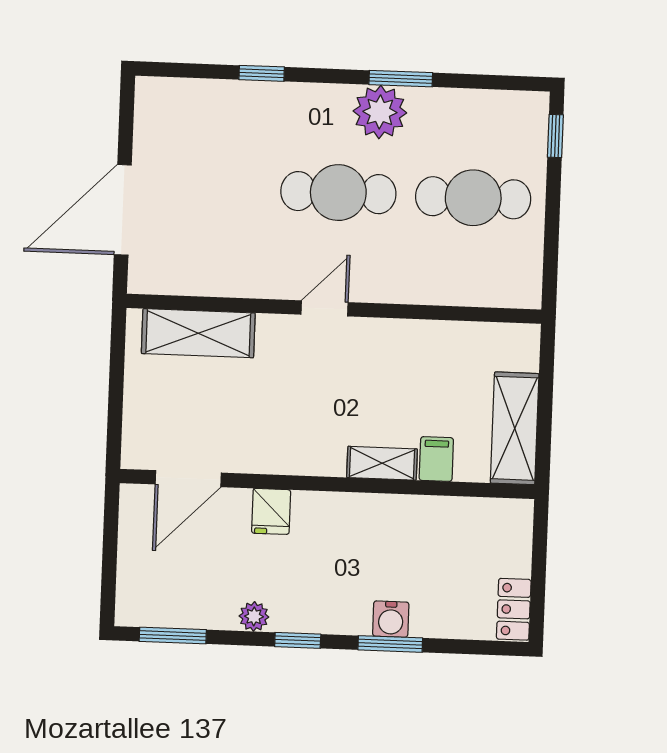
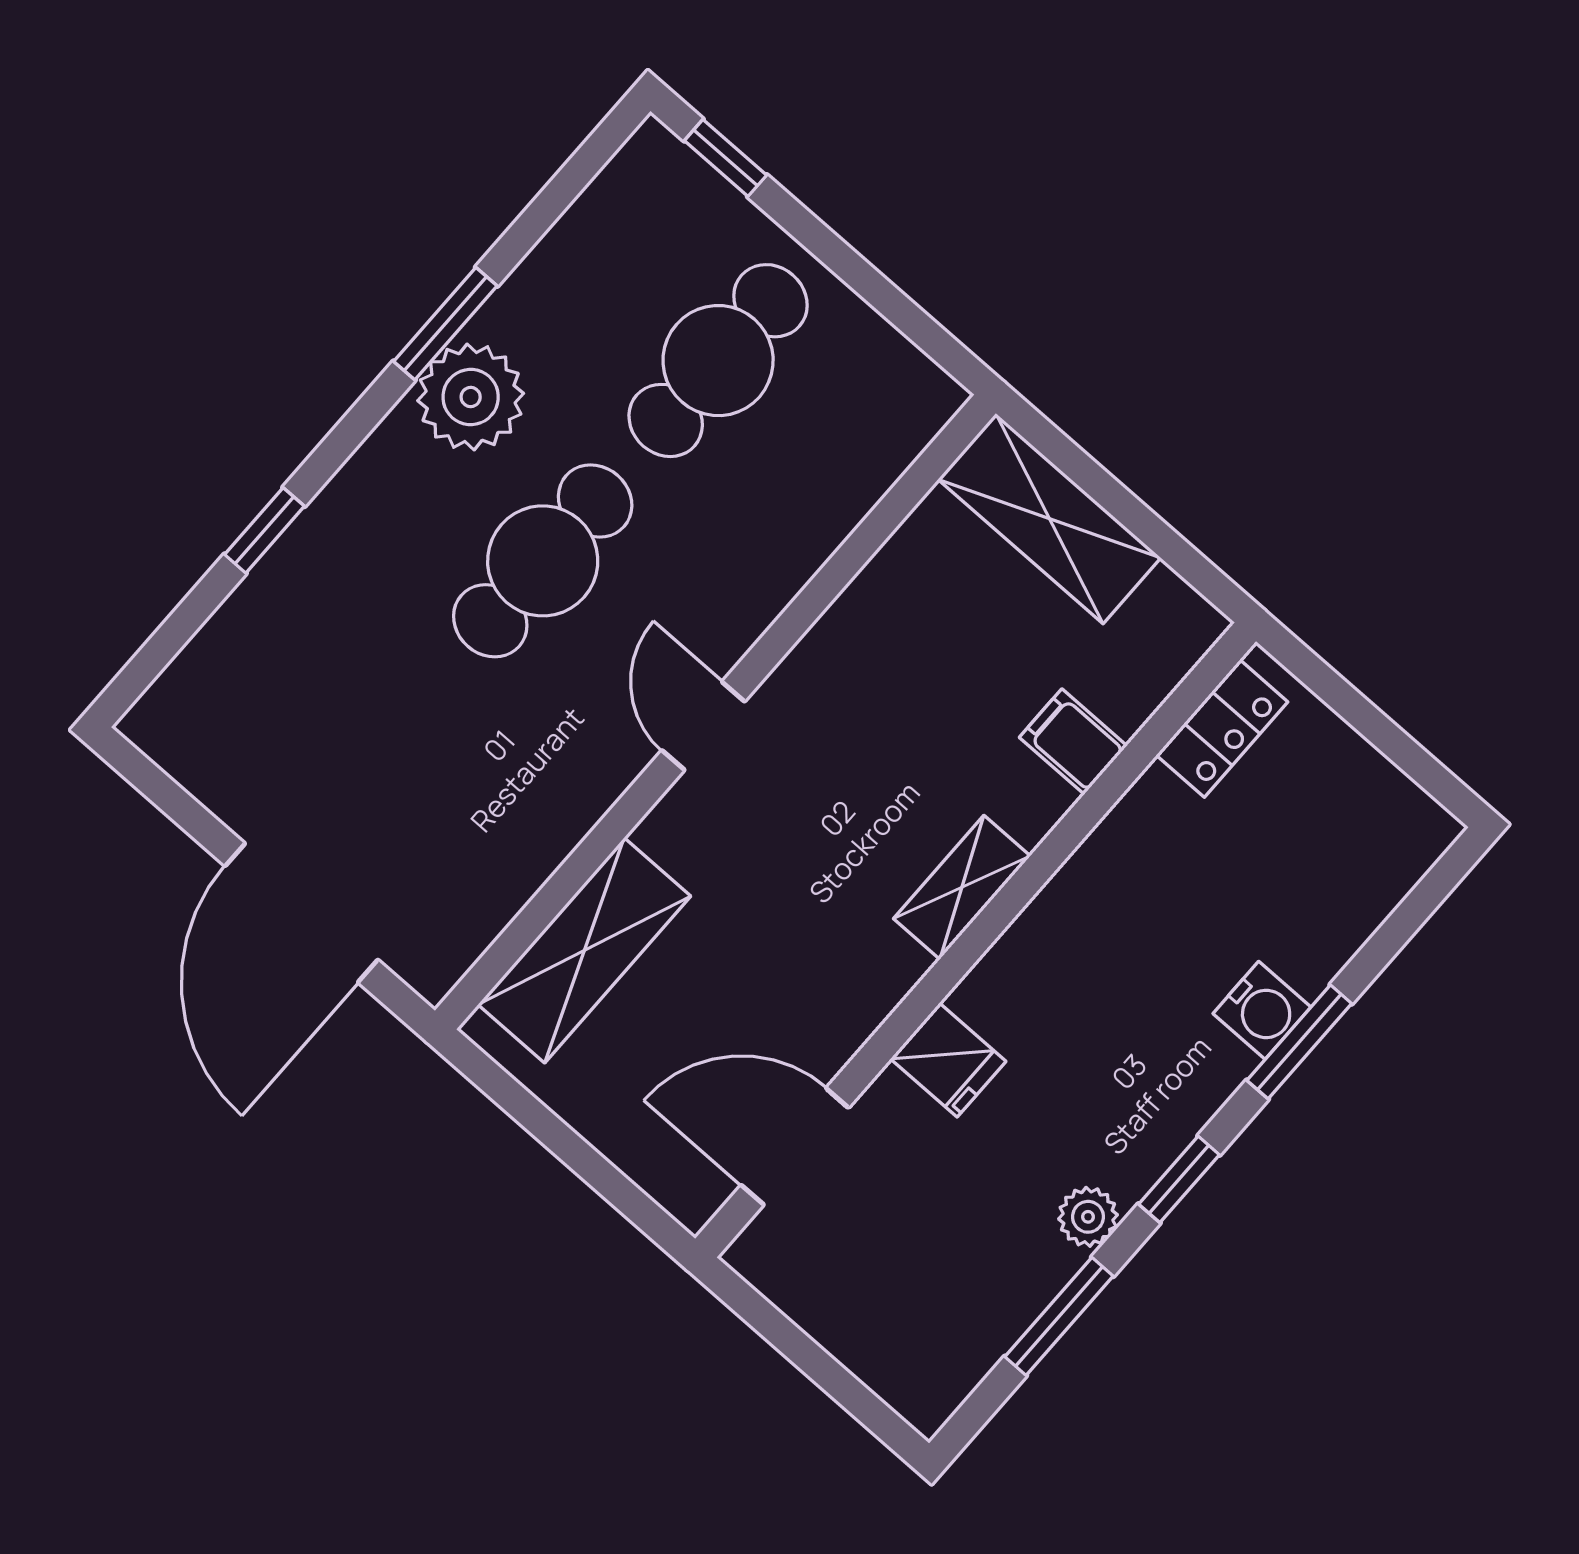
shelving: (515, 428) -> (1049, 519), moved
shelving: (382, 463) -> (962, 887), moved
door: (188, 479) -> (795, 1146), swing flipped
locker: (514, 609) -> (1222, 729), moved, turned -90
window: (173, 636) -> (1059, 1316), moved

